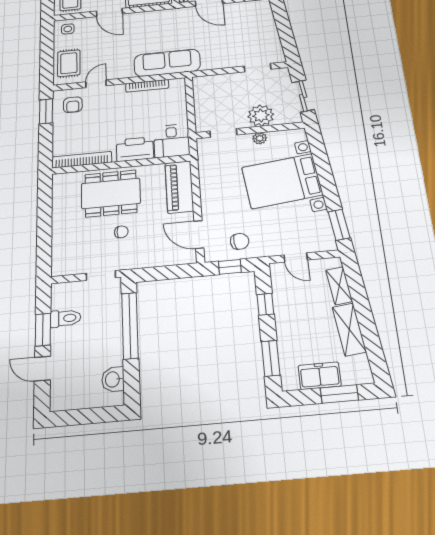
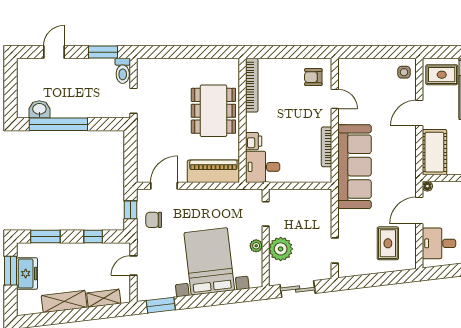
rug: (69, 63) -> (388, 243), moved, turned 90
sofa: (167, 63) -> (355, 167), width x1.36, depth x1.27
window: (46, 111) -> (309, 52), removed
printer: (135, 149) -> (254, 141), width x0.53, depth x0.68
chair: (121, 232) -> (174, 119), removed
chair: (240, 241) -> (154, 220), turned 97
toilet: (66, 318) -> (123, 71), moved
window: (130, 326) -> (58, 124), moved
window: (43, 330) -> (103, 52), moved
window: (339, 394) -> (11, 271), moved

